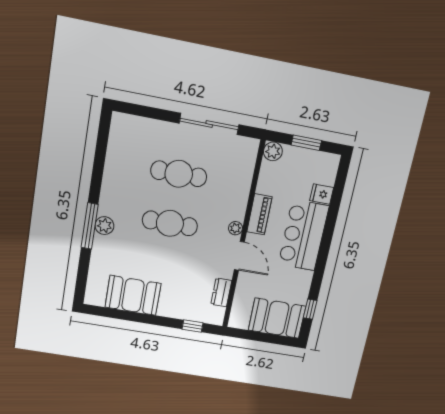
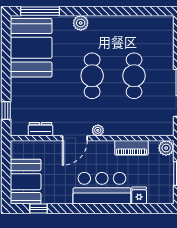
piano: (259, 214) -> (131, 148), moved
window: (90, 226) -> (40, 11), moved
booth: (133, 295) -> (31, 48), width x1.36, depth x1.42

